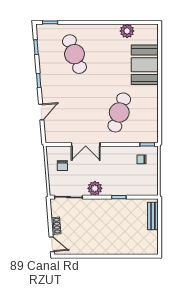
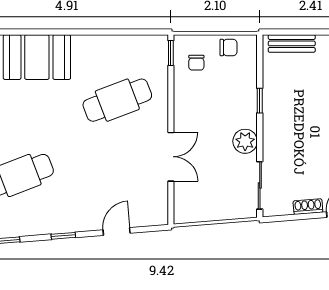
door: (41, 112) -> (117, 232), hinge flipped
cafe table: (119, 112) -> (117, 100), turned -39
chair: (62, 166) -> (228, 48), moved

